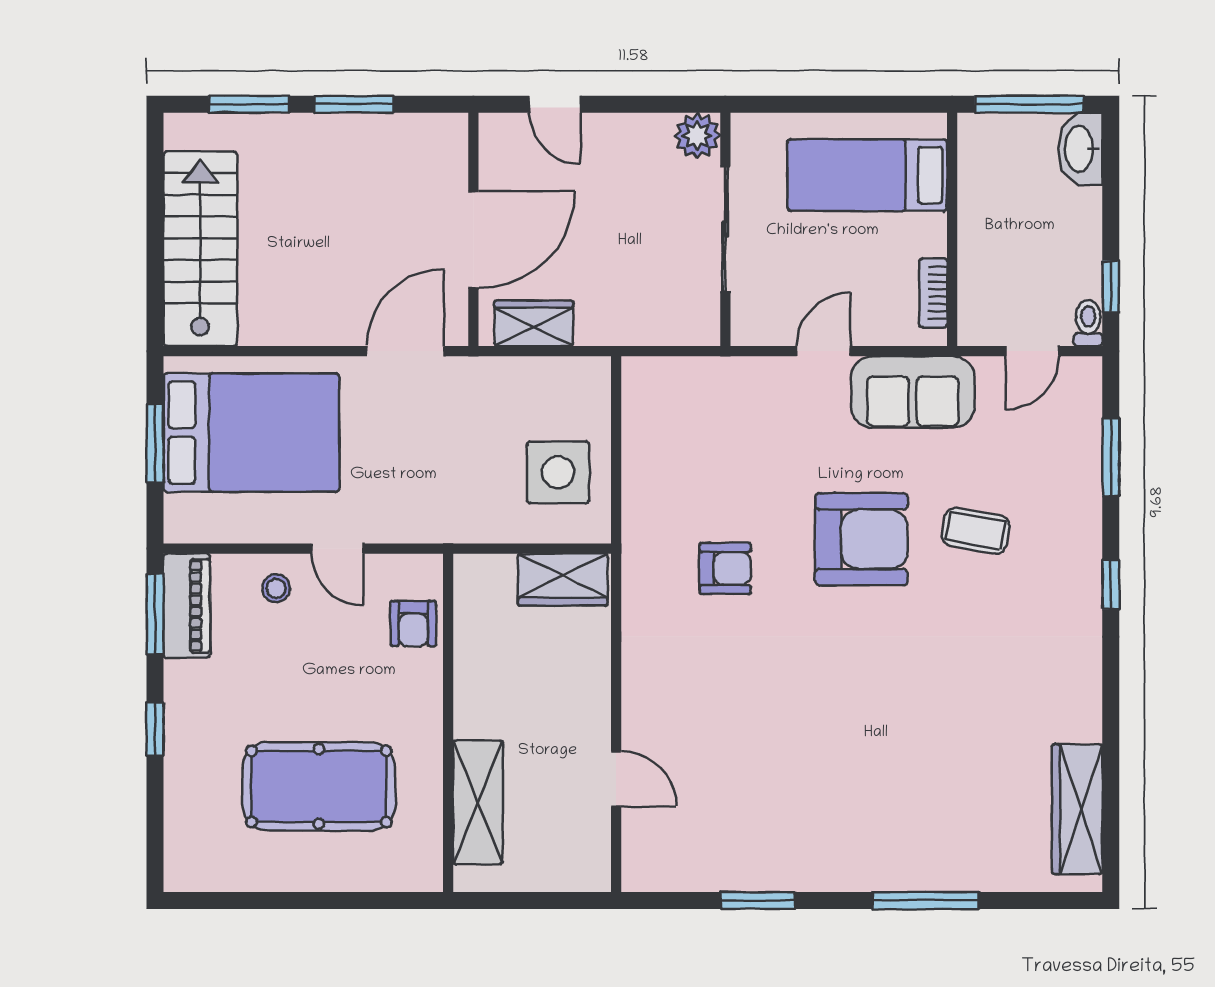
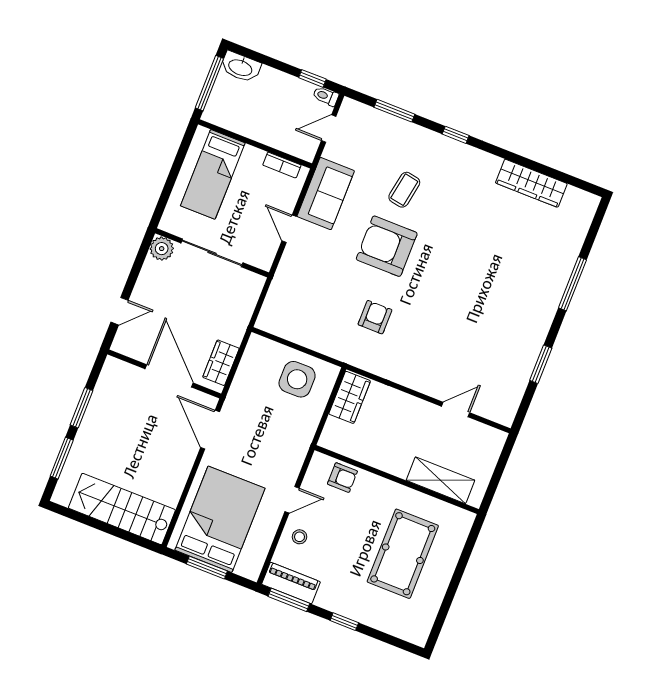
door: (1032, 351) -> (329, 128), swing flipped
armchair: (861, 539) -> (387, 246), turned -90
wardrobe: (1077, 809) -> (531, 183), moved

